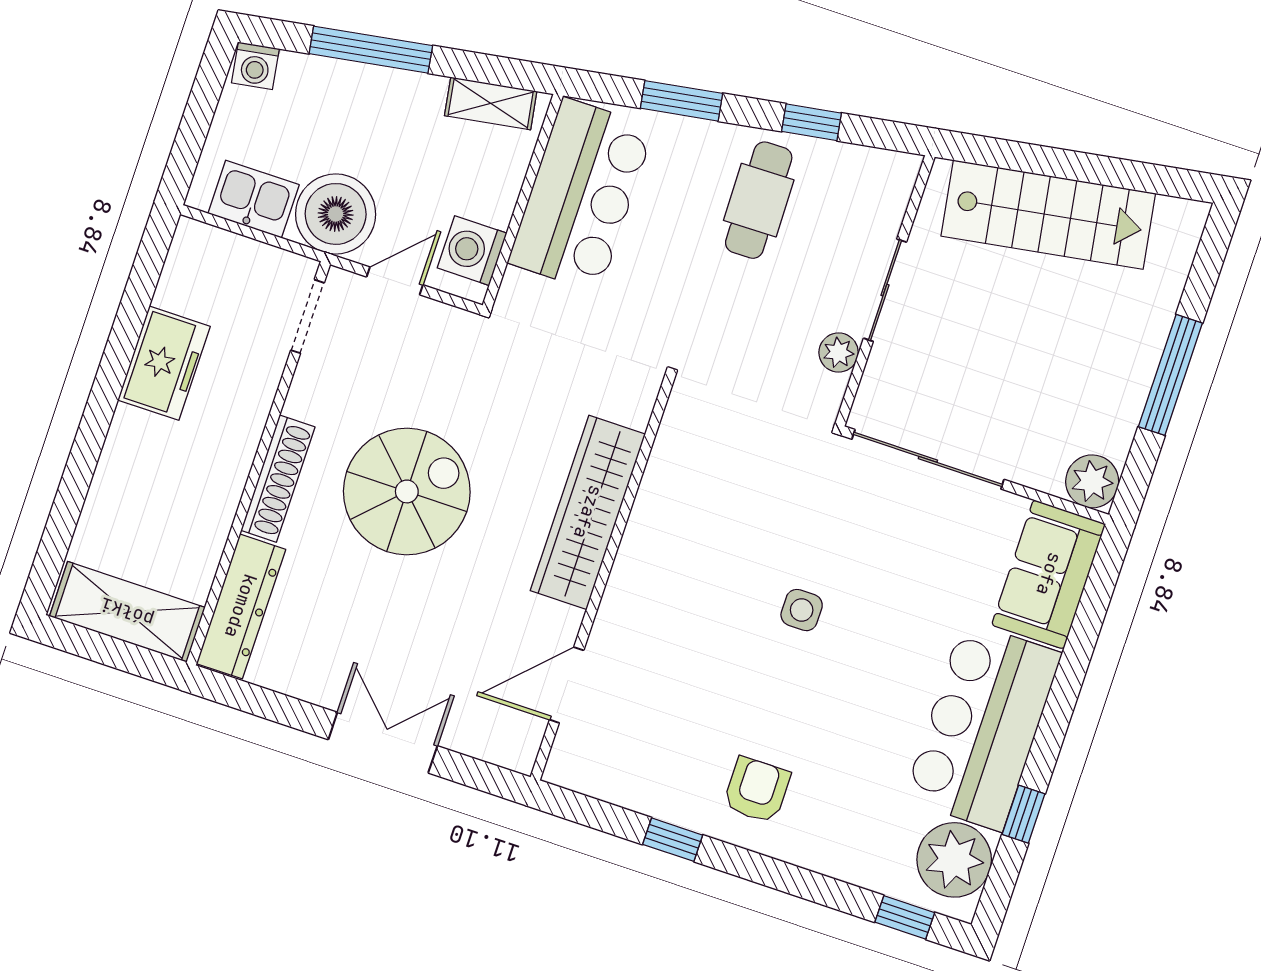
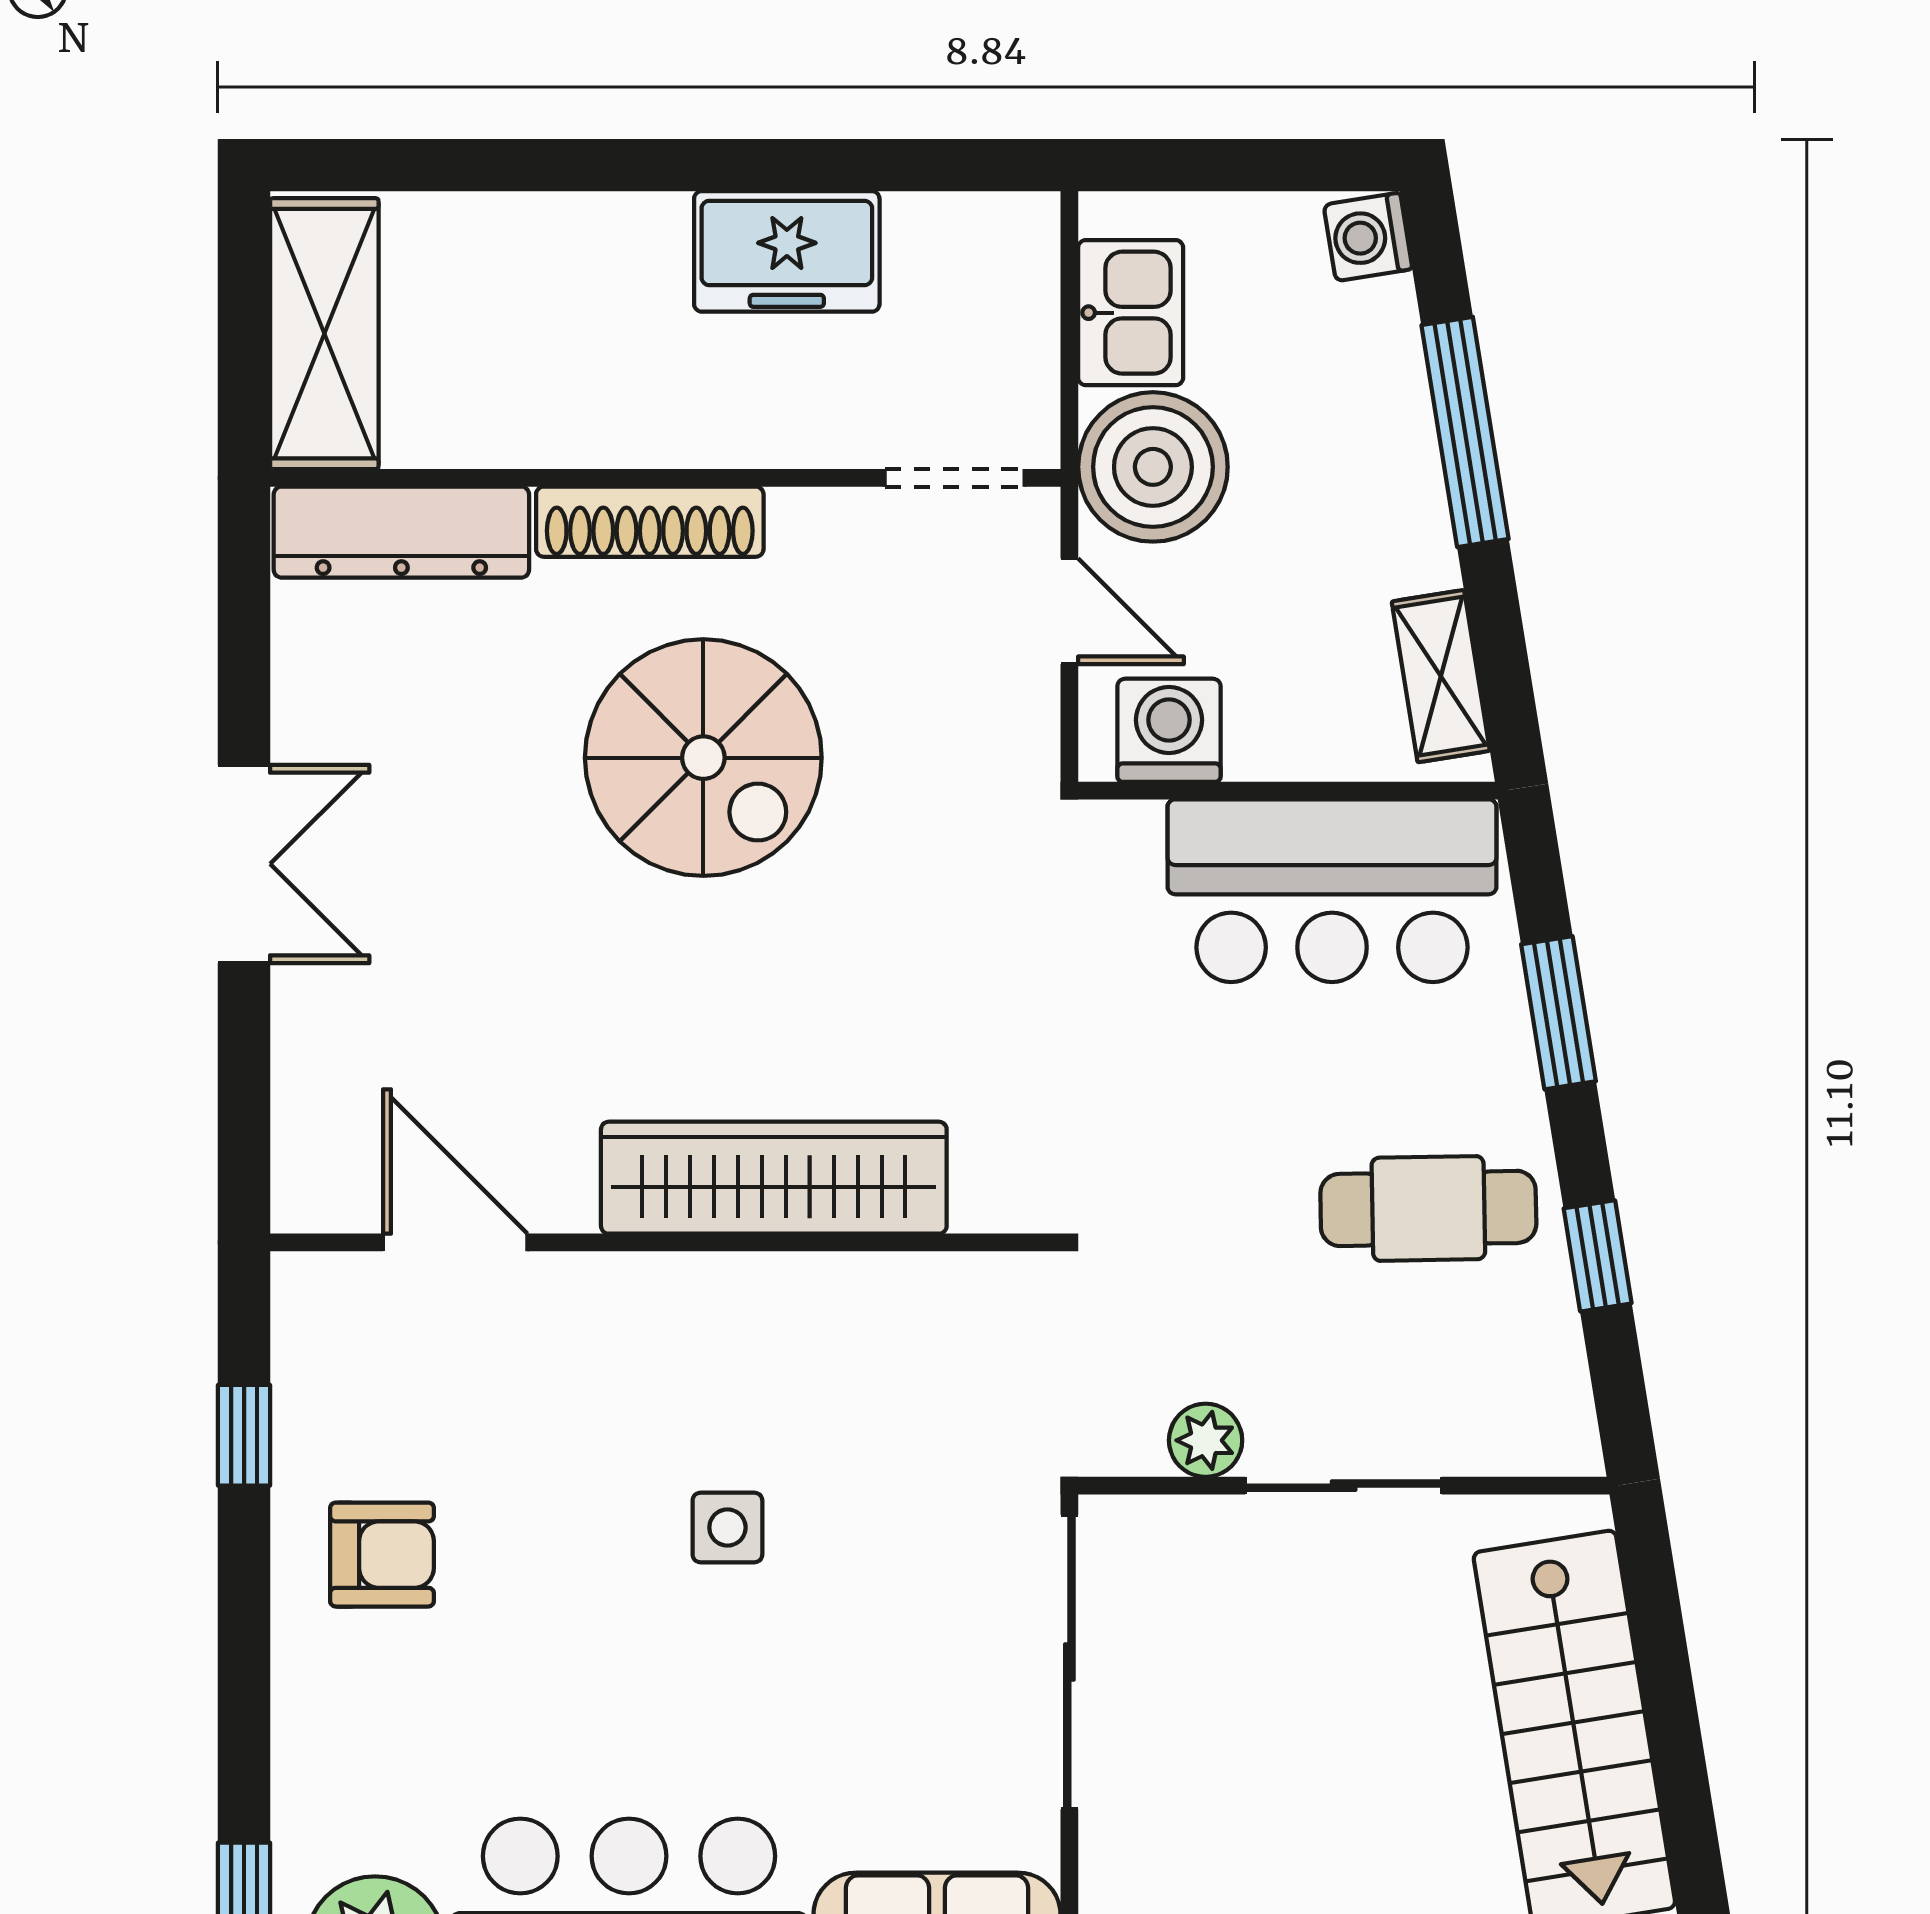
wardrobe: (588, 512) -> (774, 1178), moved
wall: (602, 578) -> (665, 1242), moved
door: (567, 685) -> (455, 1242), moved

